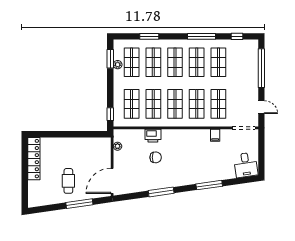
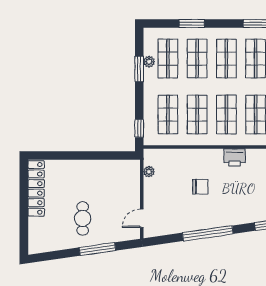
window: (110, 59) -> (139, 69), moved
printer: (153, 136) -> (235, 157), moved
door: (112, 181) -> (142, 218), width x0.53
window: (161, 192) -> (208, 233), width x1.46

